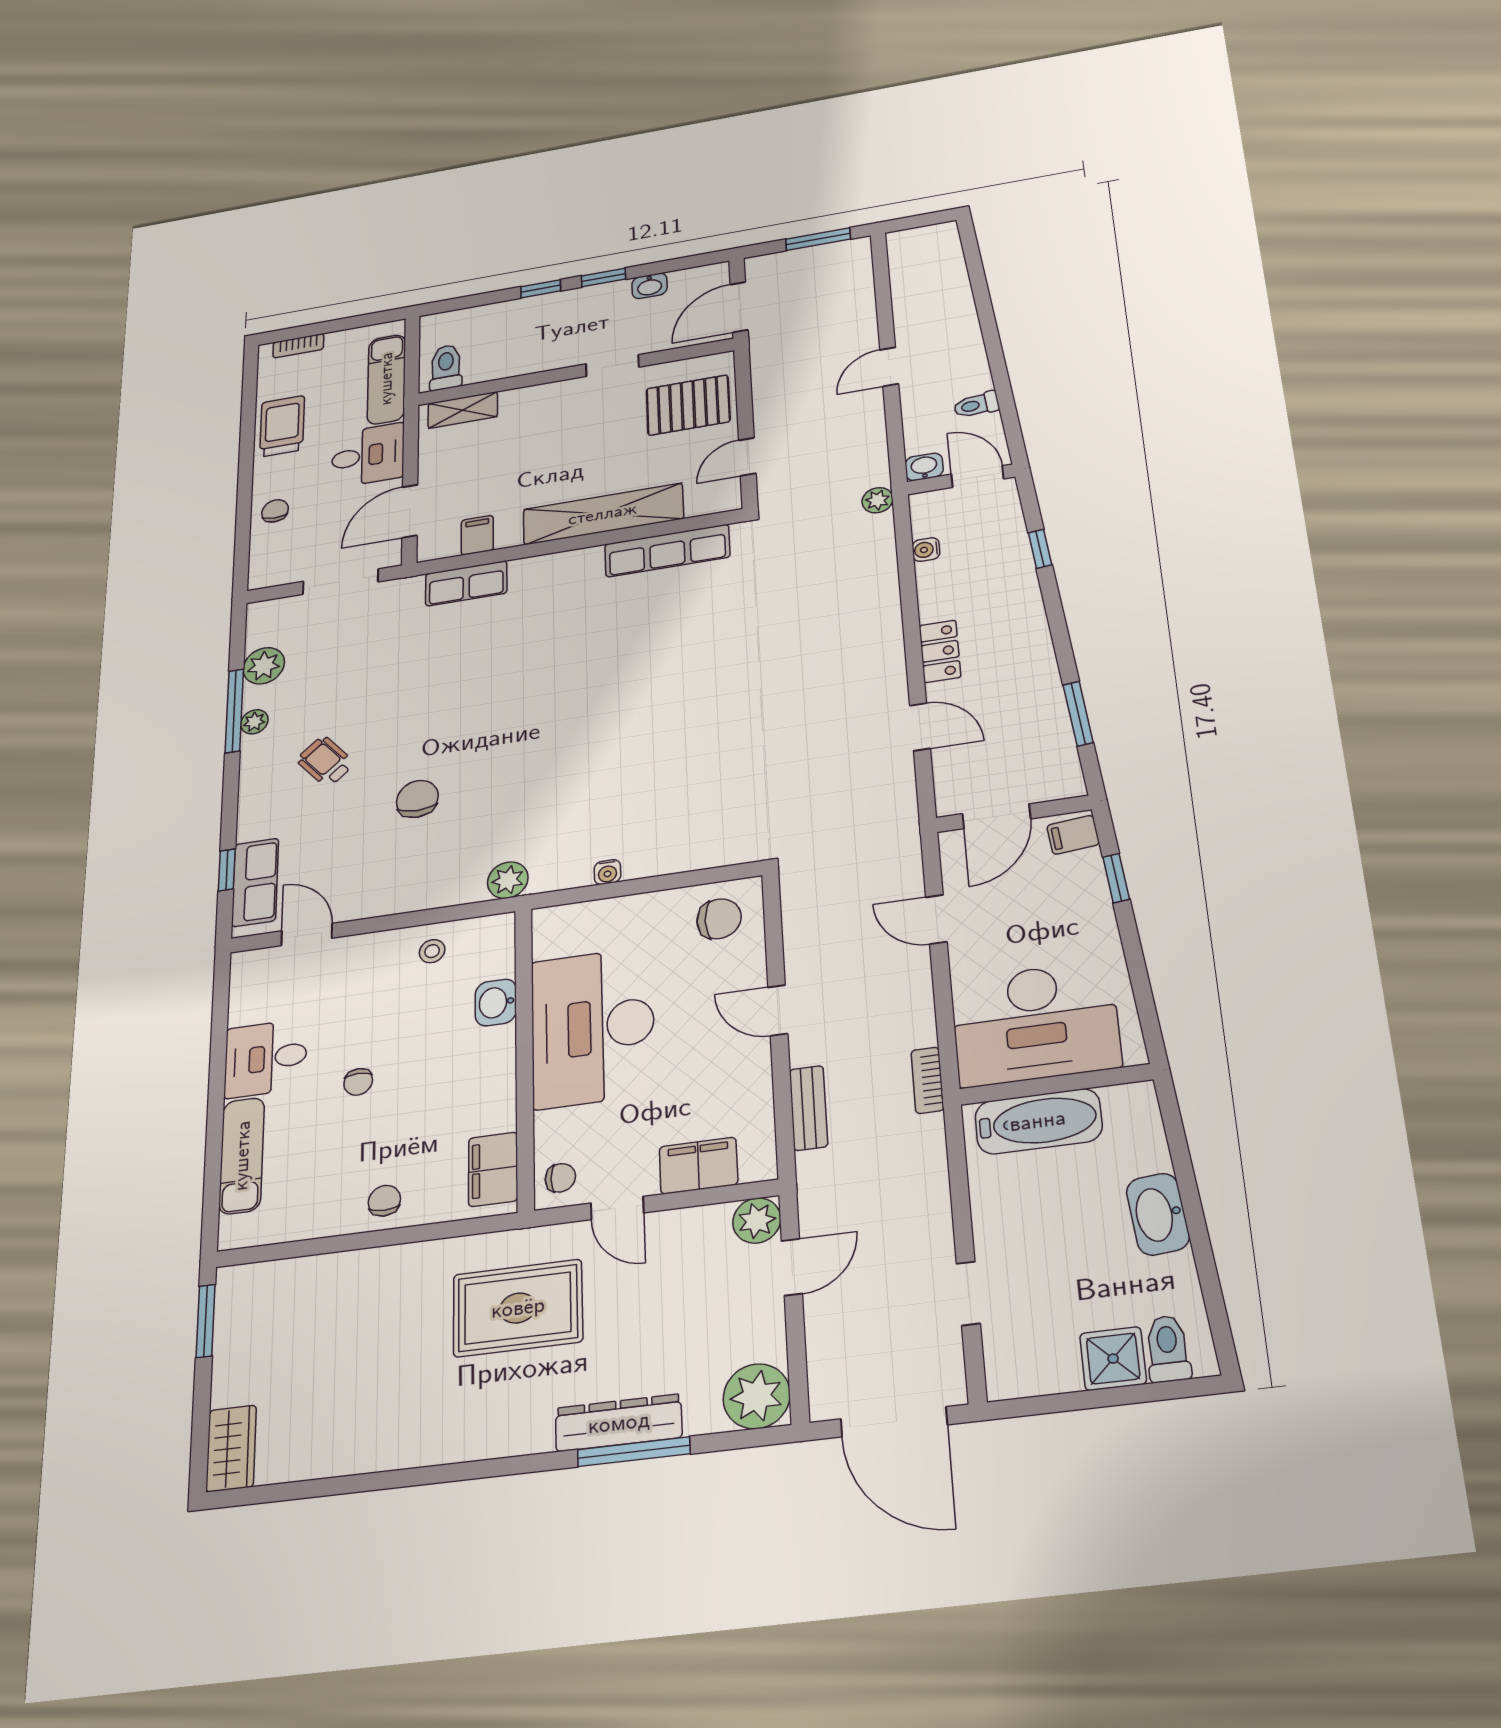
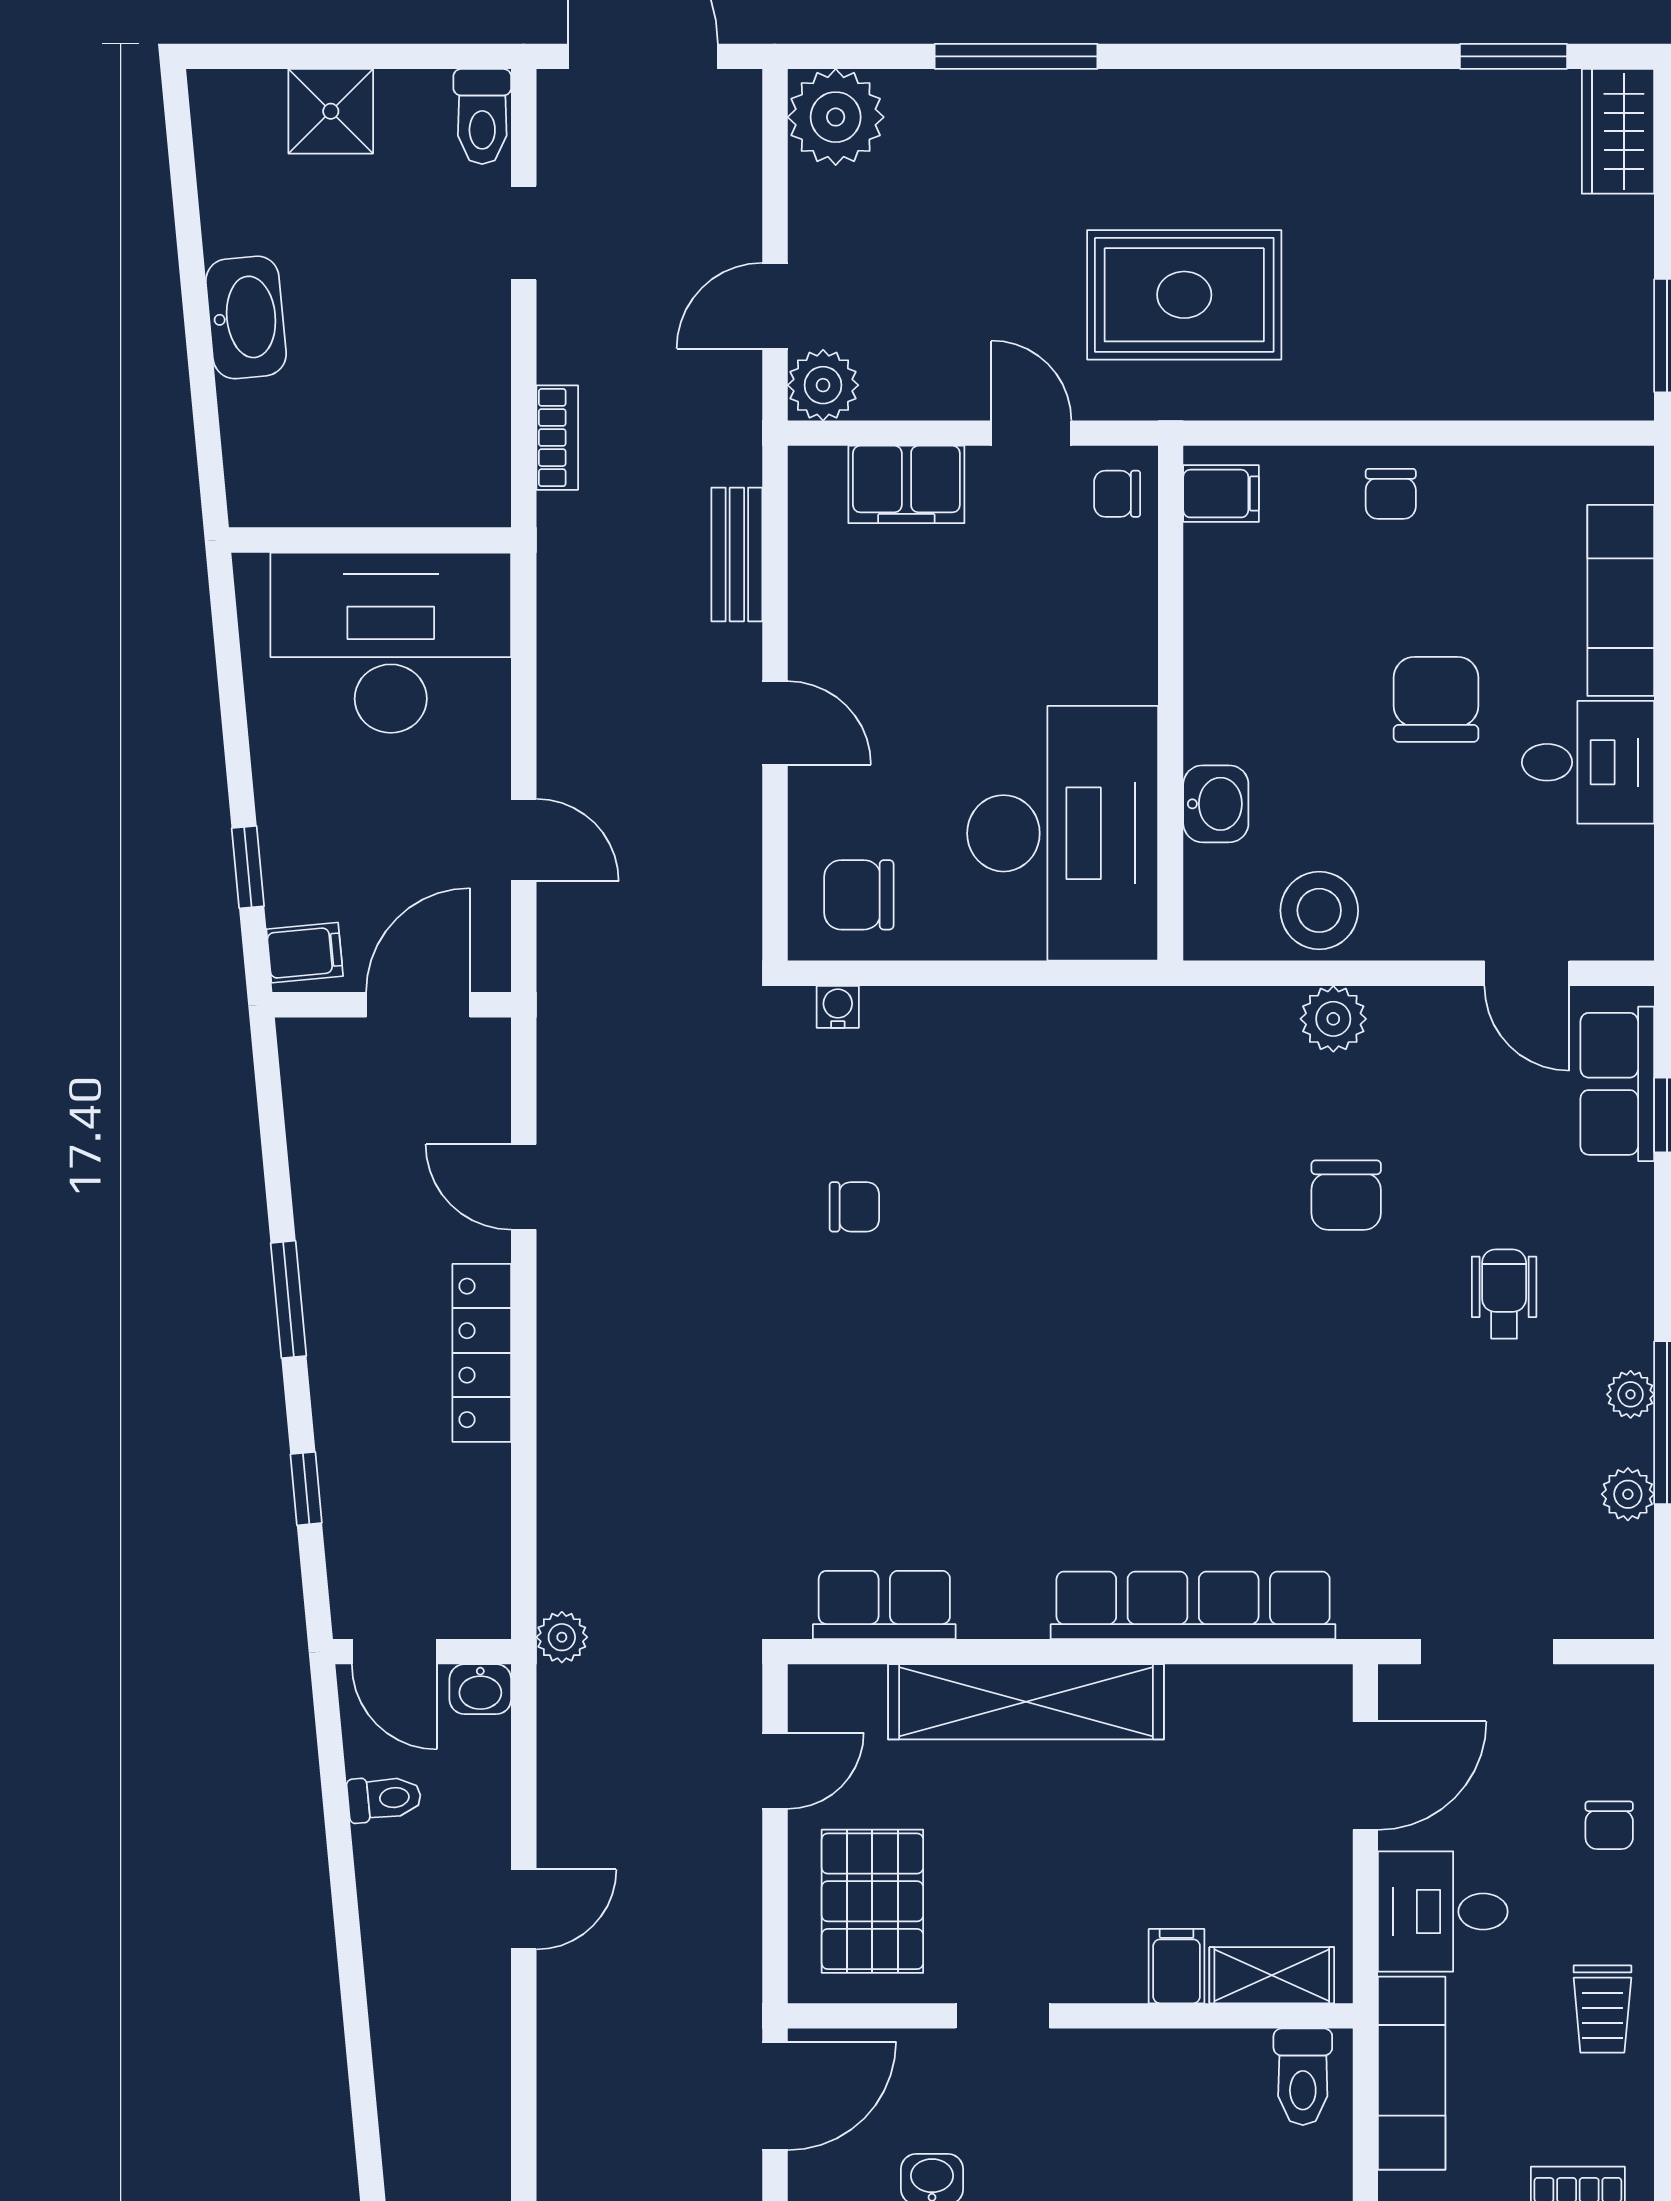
pallet: (688, 405) -> (872, 1901), turned 90
trolley: (282, 426) -> (1602, 2009), width x0.73, depth x0.72
filing cabinet: (477, 535) -> (1177, 1966), moved, turned 180
water cooler: (926, 550) -> (489, 1523), removed
row of seats: (667, 551) -> (884, 1605), width x0.68
row of seats: (466, 583) -> (1193, 1605), width x2.02
locker: (940, 651) -> (482, 1353), width x1.53
plant: (264, 666) -> (1628, 1494), width x0.73, depth x0.73
window: (1078, 714) -> (288, 1299), moved
chair: (714, 747) -> (854, 1207), added
wheelchair: (325, 762) -> (1504, 1294), turned -139
water cooler: (607, 872) -> (838, 1007), moved
plant: (508, 880) -> (1333, 1019), moved
stool: (432, 951) -> (1319, 910), width x1.89, depth x1.89
desk: (593, 1027) -> (1063, 833), moved
bookcase: (927, 1080) -> (557, 438), moved
chair: (358, 1082) -> (1436, 699), width x1.87, depth x1.87
bathtub: (1038, 1121) -> (401, 485), removed
filing cabinet: (493, 1169) -> (1221, 494), width x0.50
toilet: (1168, 1349) -> (482, 117), moved
dresser: (619, 1423) -> (1037, 102), removed
window: (298, 1490) -> (1514, 56), added

